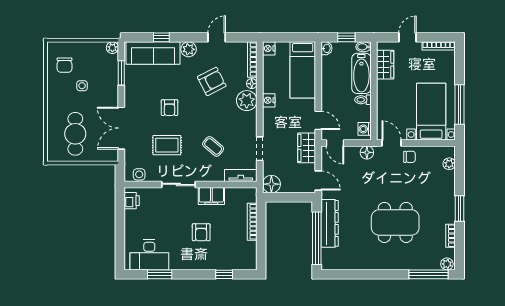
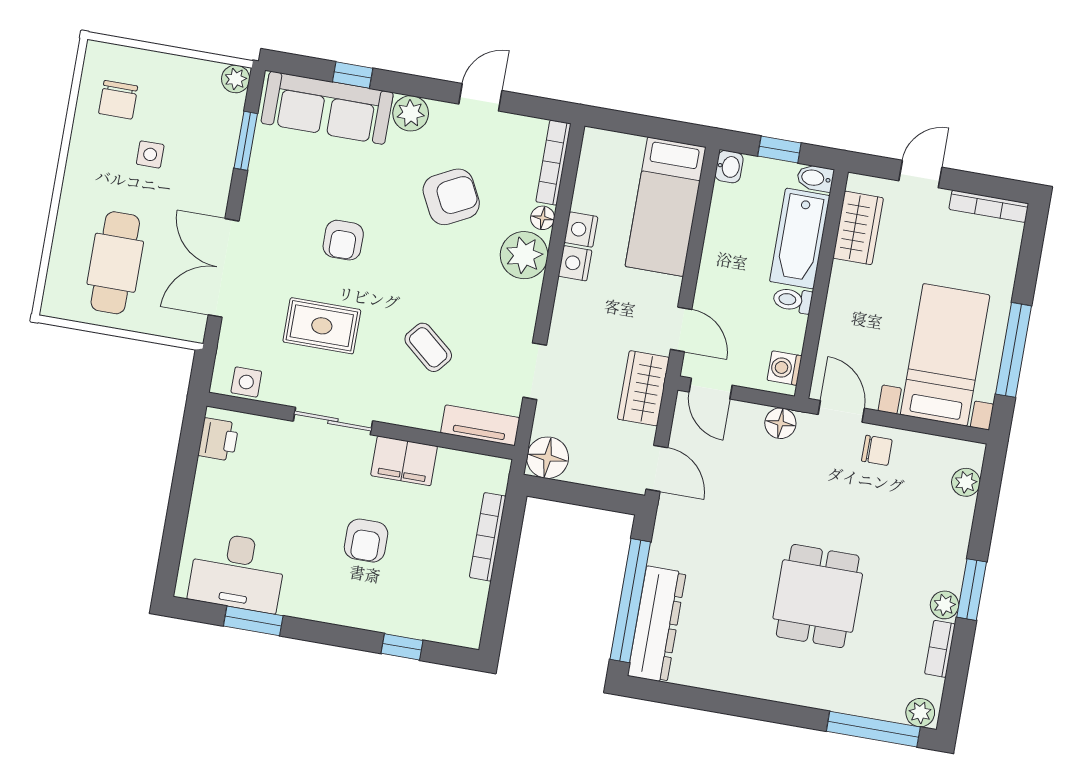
nightstand: (269, 48) -> (581, 230), moved
plant: (449, 217) -> (944, 605), added
dining table: (395, 222) -> (818, 596), width x0.73
dresser: (330, 223) -> (657, 624), moved

